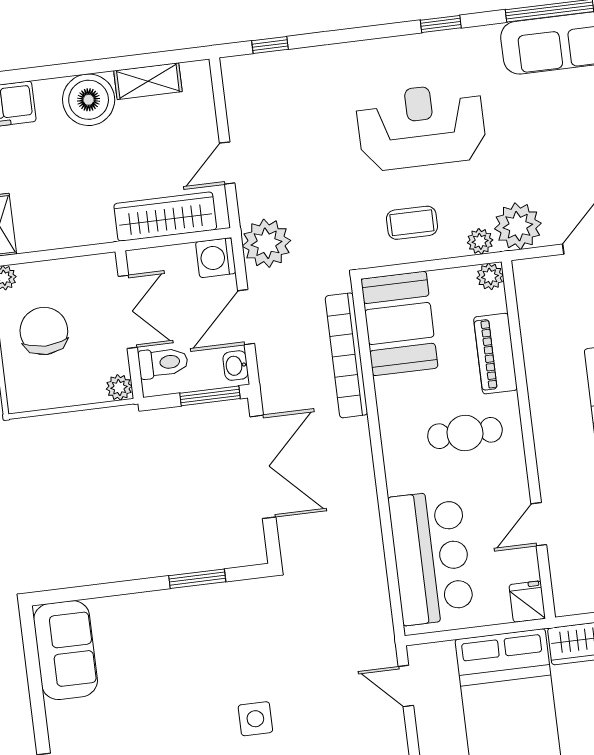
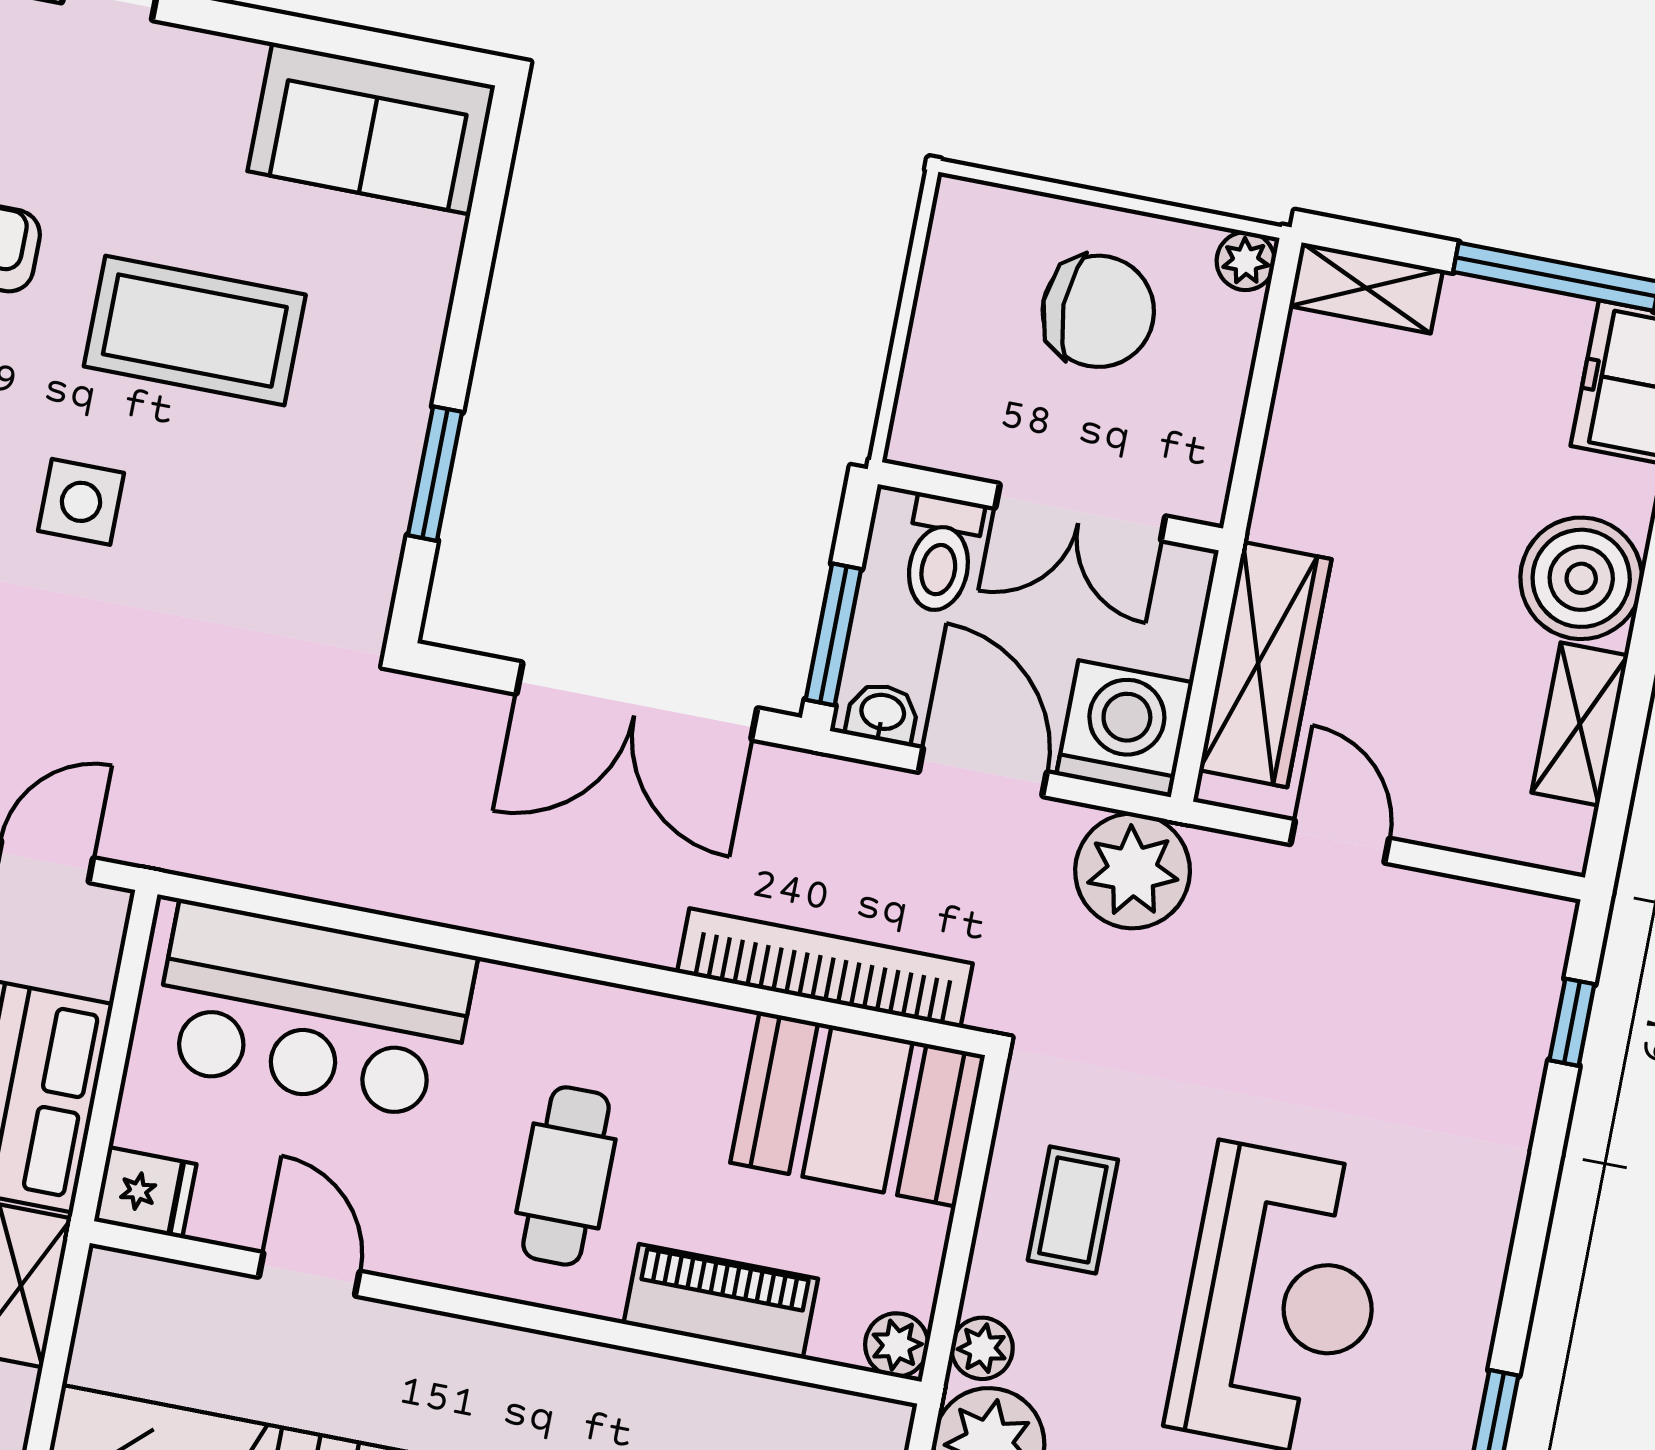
washing machine: (216, 258) -> (1125, 729), width x1.37, depth x1.37
plant: (119, 387) -> (918, 438), removed
coffee table: (171, 695) -> (195, 331), added

